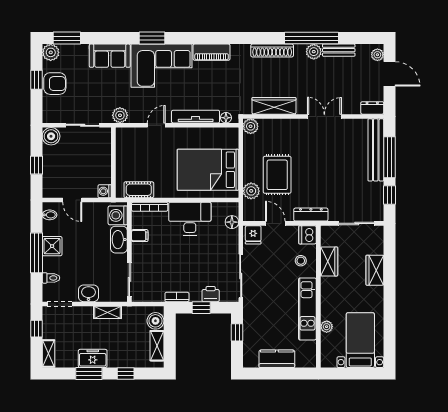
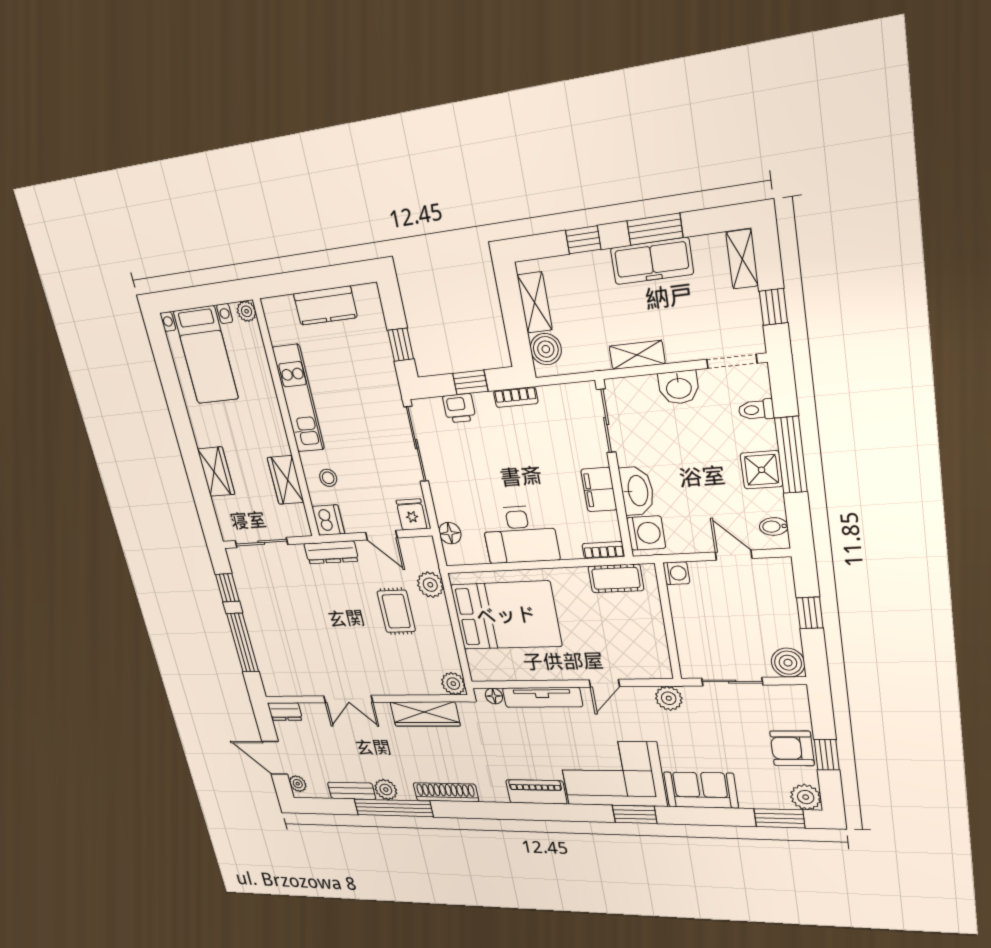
bench: (376, 150) -> (264, 652), removed
rug: (277, 175) -> (396, 611), width x0.73, depth x0.70
bookcase: (150, 207) -> (603, 550), width x0.64
filing cabinet: (140, 236) -> (599, 490), width x2.00
plant: (327, 327) -> (247, 311), moved
freezer: (93, 358) -> (652, 261), width x1.40

